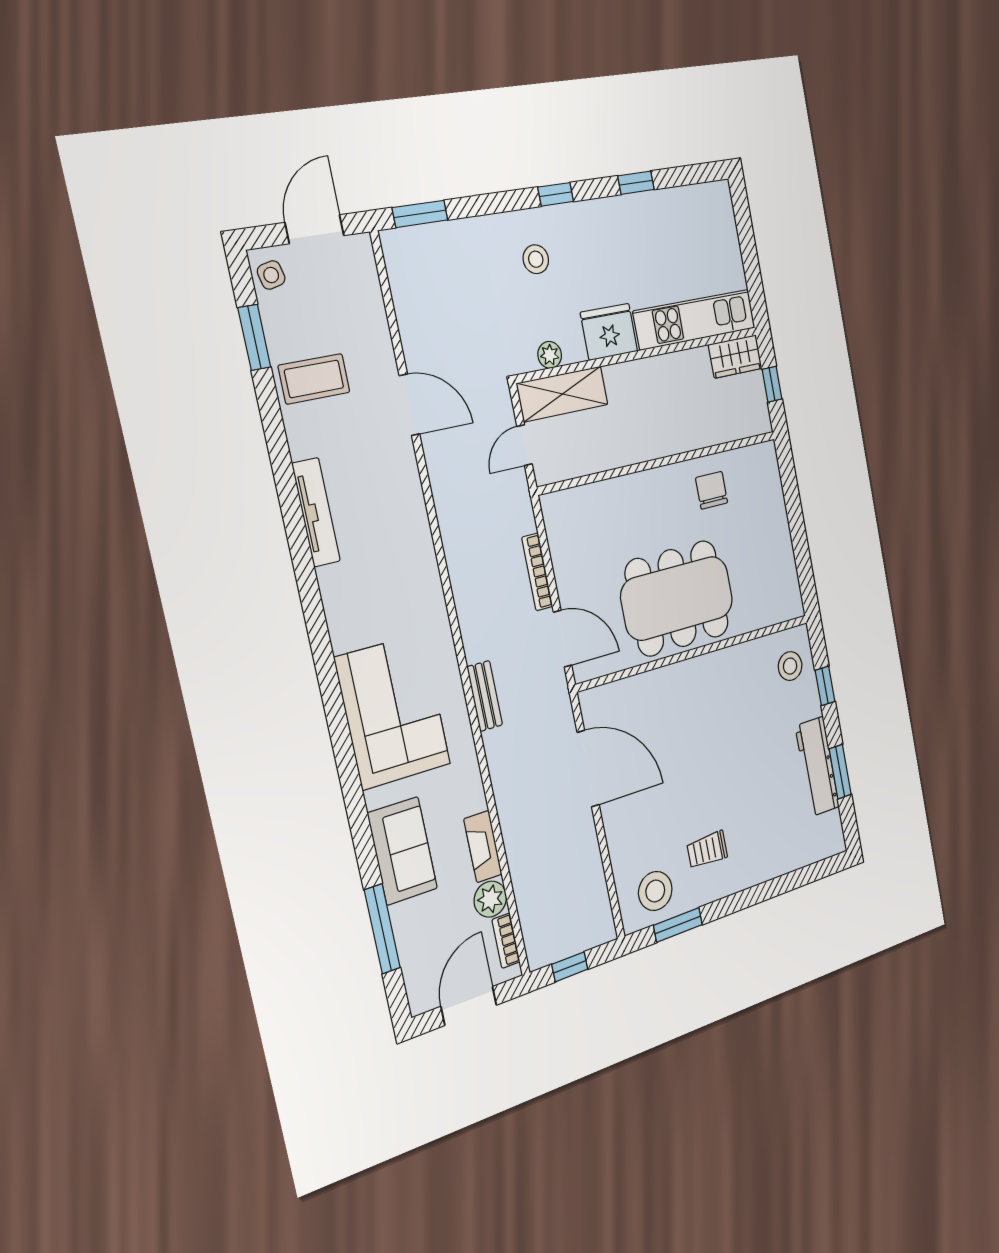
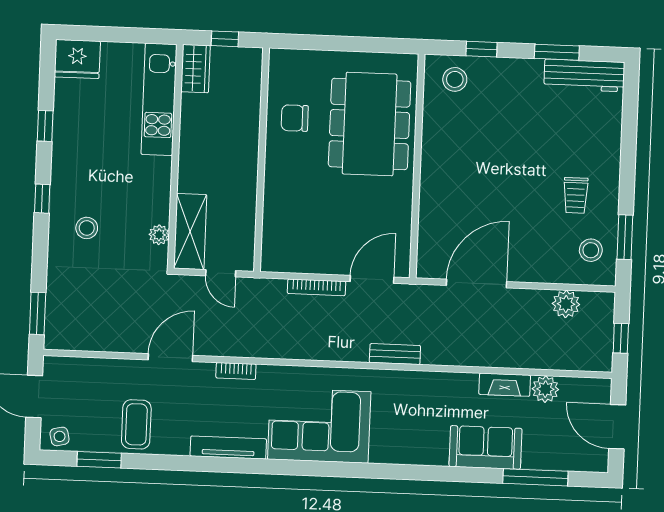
fridge: (609, 332) -> (77, 59), moved, turned -90
dining table: (677, 598) -> (370, 124), moved
corner sofa: (393, 711) -> (319, 426), moved
workbench: (817, 766) -> (584, 75), moved
plant: (591, 885) -> (566, 304), added
stool: (655, 891) -> (591, 250), width x0.73, depth x0.73
bookcase: (506, 941) -> (236, 371), moved

